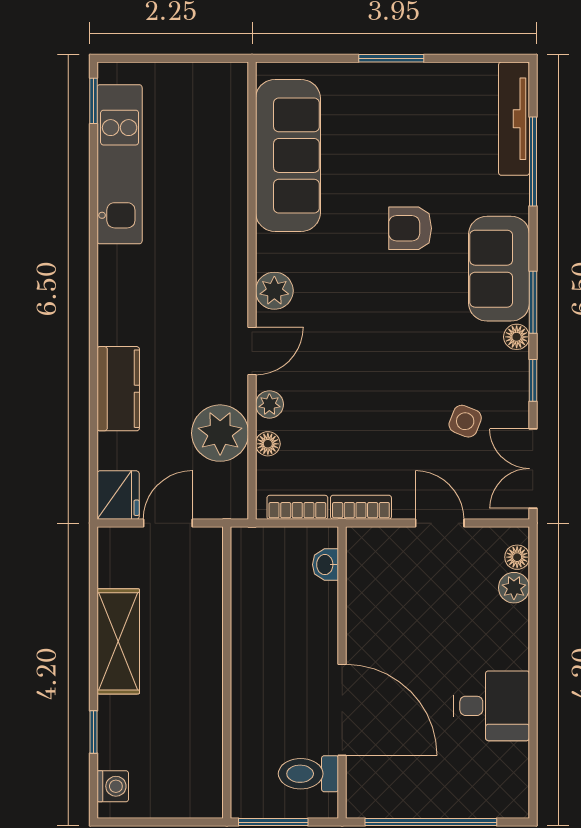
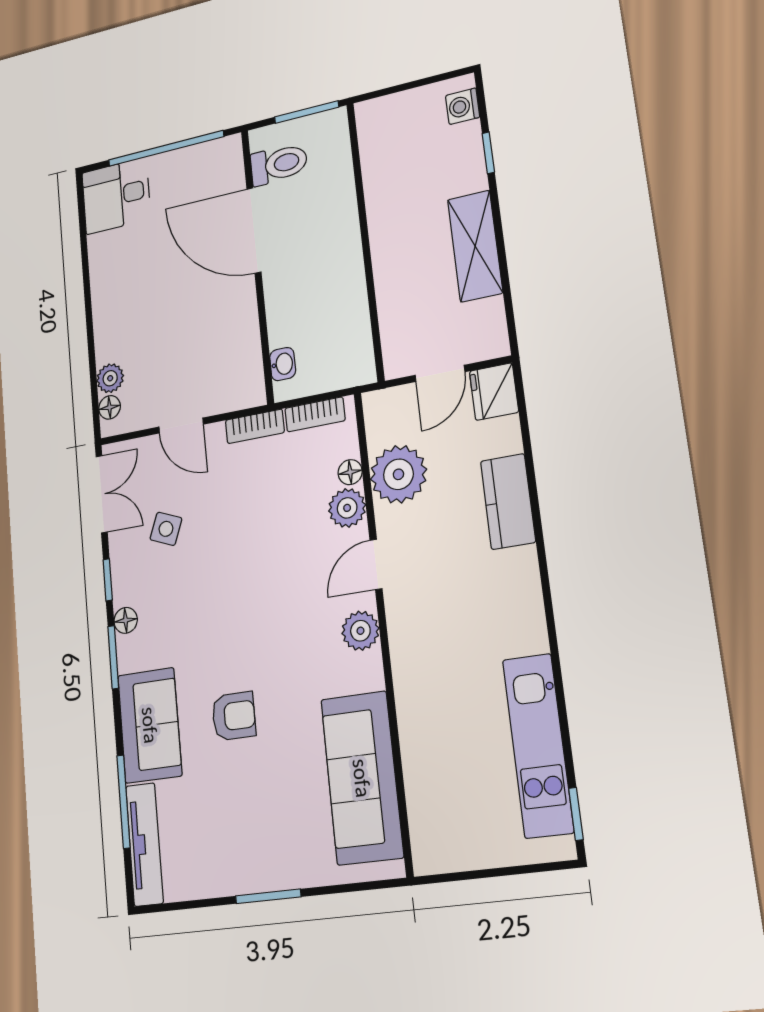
sofa: (499, 269) -> (150, 725), moved
plant: (269, 404) -> (347, 508), width x1.38, depth x1.38
desk: (492, 706) -> (116, 196), moved

